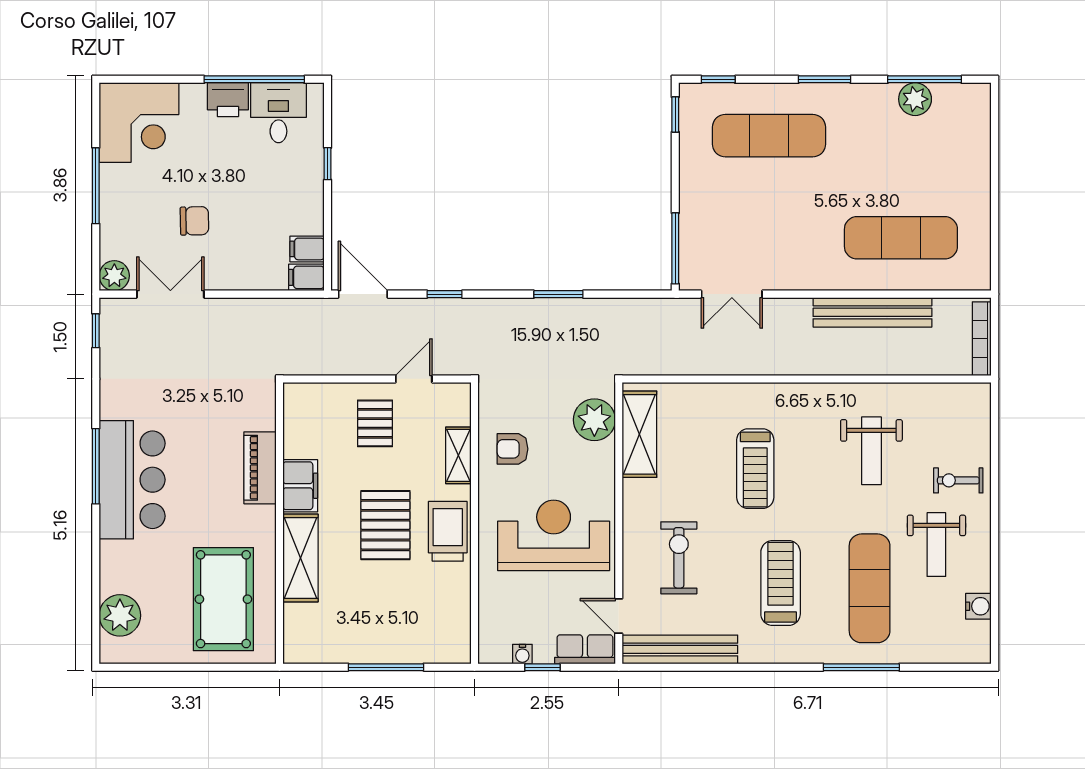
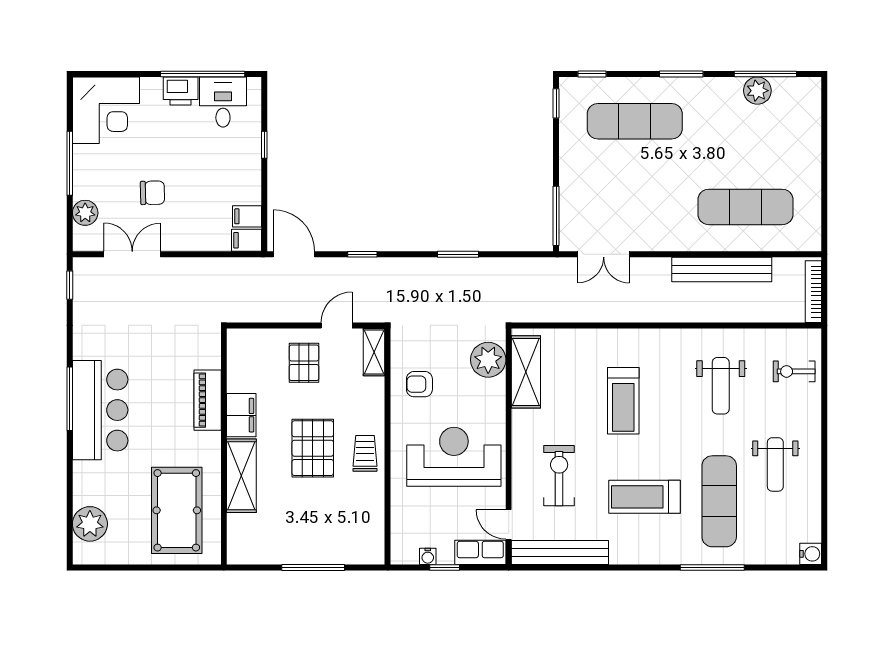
plant: (114, 276) -> (85, 213), moved
shelving: (458, 455) -> (374, 352), moved
exercise bike: (958, 480) -> (794, 371), moved
trolley: (448, 531) -> (365, 453), width x0.73, depth x0.72
treadmill: (781, 583) -> (644, 497), turned -90
water cooler: (978, 606) -> (811, 554), moved

